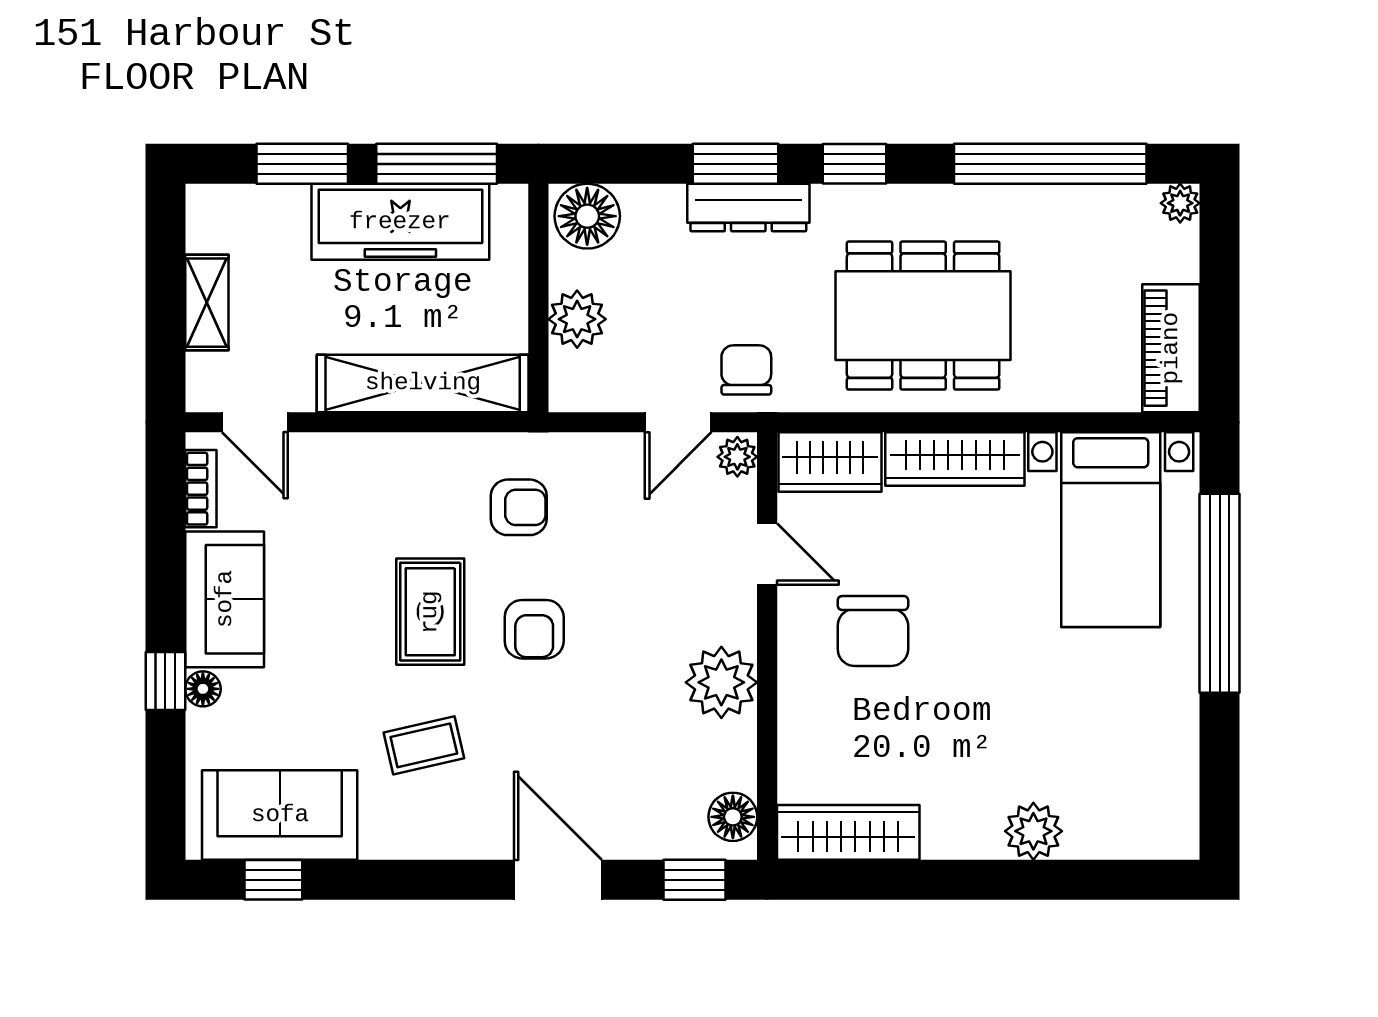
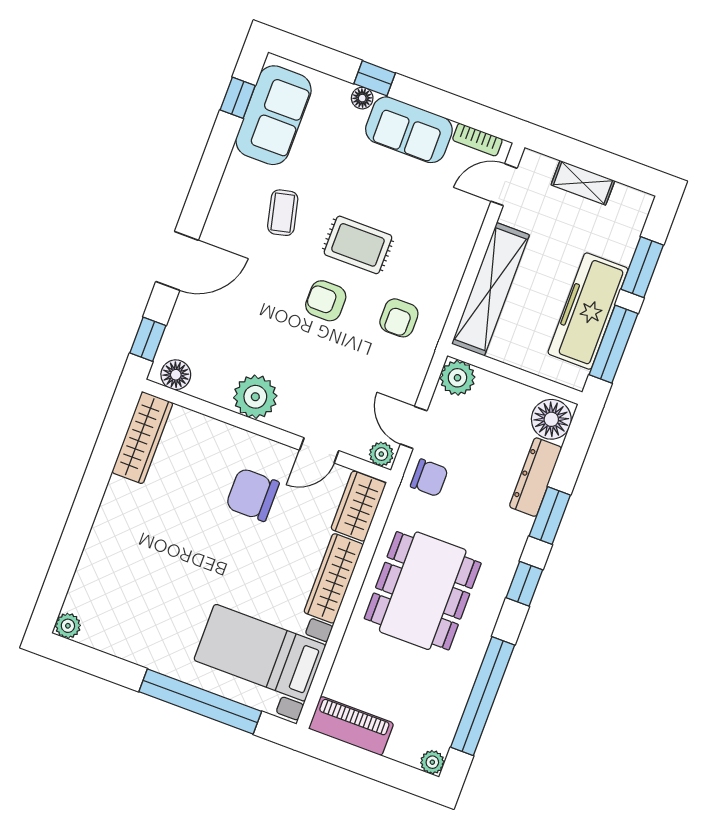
dresser: (748, 208) -> (535, 477), moved
plant: (577, 319) -> (457, 378), moved
plant: (1033, 831) -> (68, 626), moved, width x0.73, depth x0.73

